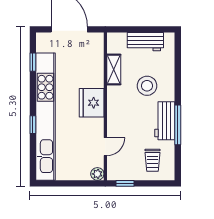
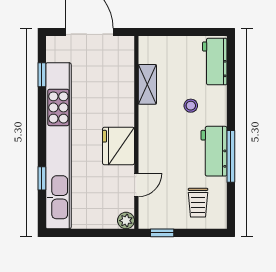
workbench: (145, 42) -> (215, 62), moved, turned 90
stool: (147, 86) -> (191, 106), width x0.53, depth x0.53
fridge: (92, 103) -> (118, 146), moved
window: (33, 125) -> (42, 178), moved

